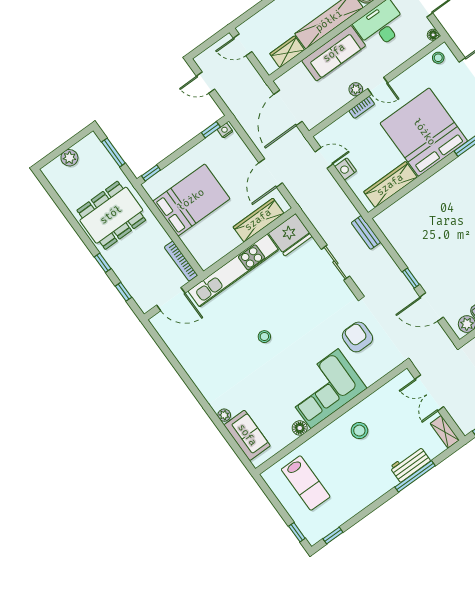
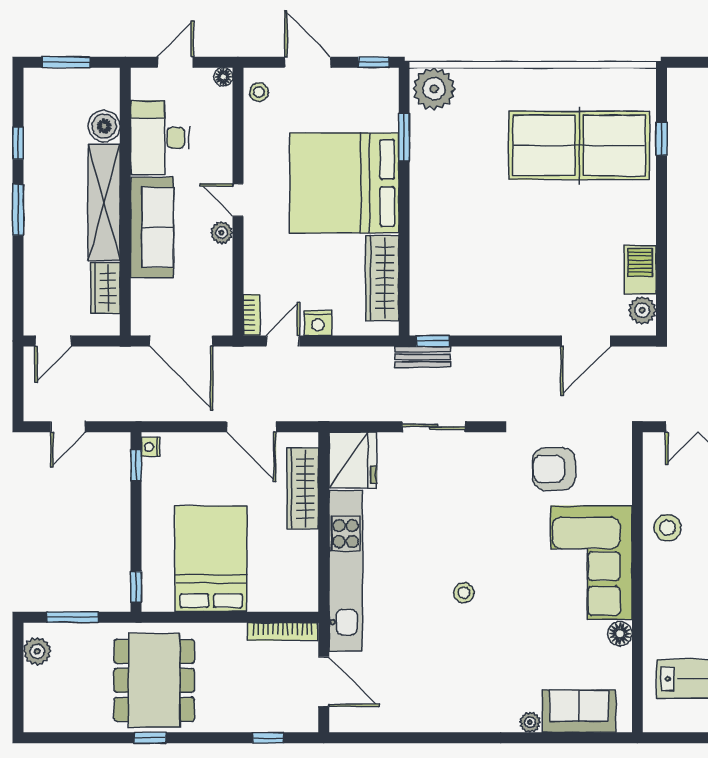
door: (378, 86) -> (238, 200), swing flipped
bookcase: (362, 107) -> (252, 315), moved
plant: (69, 158) -> (37, 651), moved
window: (103, 263) -> (150, 738), moved
window: (411, 278) -> (433, 341), moved
door: (171, 299) -> (324, 682), hinge flipped
stool: (359, 431) -> (668, 528), moved

